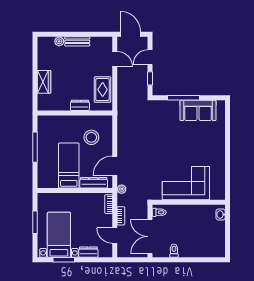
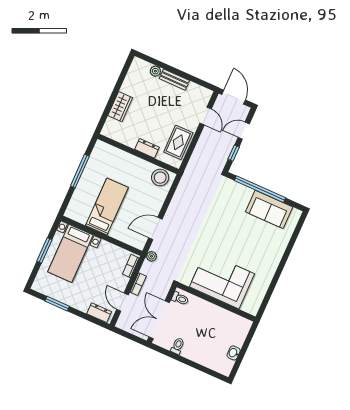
window: (184, 98) -> (260, 189), width x1.46
stool: (91, 137) -> (160, 178), moved
dresser: (94, 183) -> (125, 236), removed
washbasin: (221, 214) -> (234, 353), moved
bed with nightstands: (59, 235) -> (70, 253), moved, turned 180
dresser: (88, 252) -> (99, 313), moved

